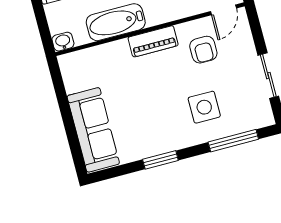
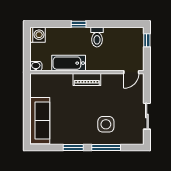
armchair: (203, 50) -> (114, 92), removed
window: (233, 141) -> (106, 148), moved

